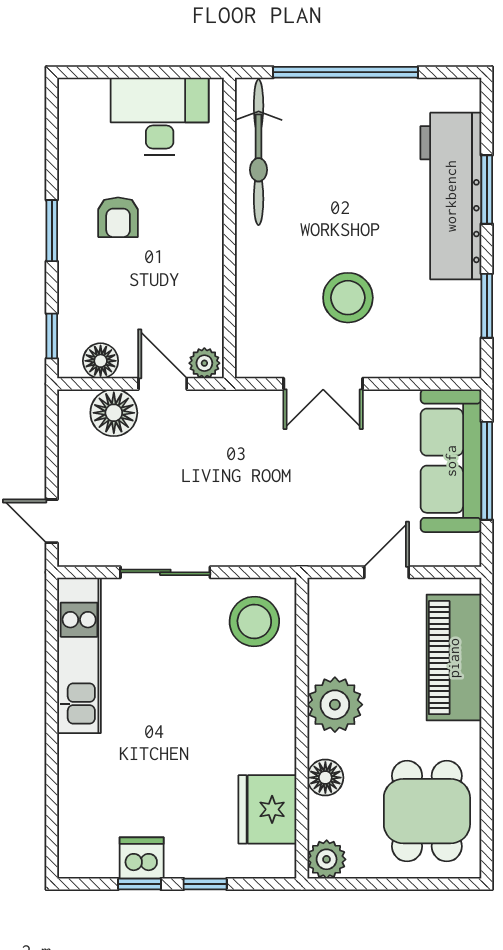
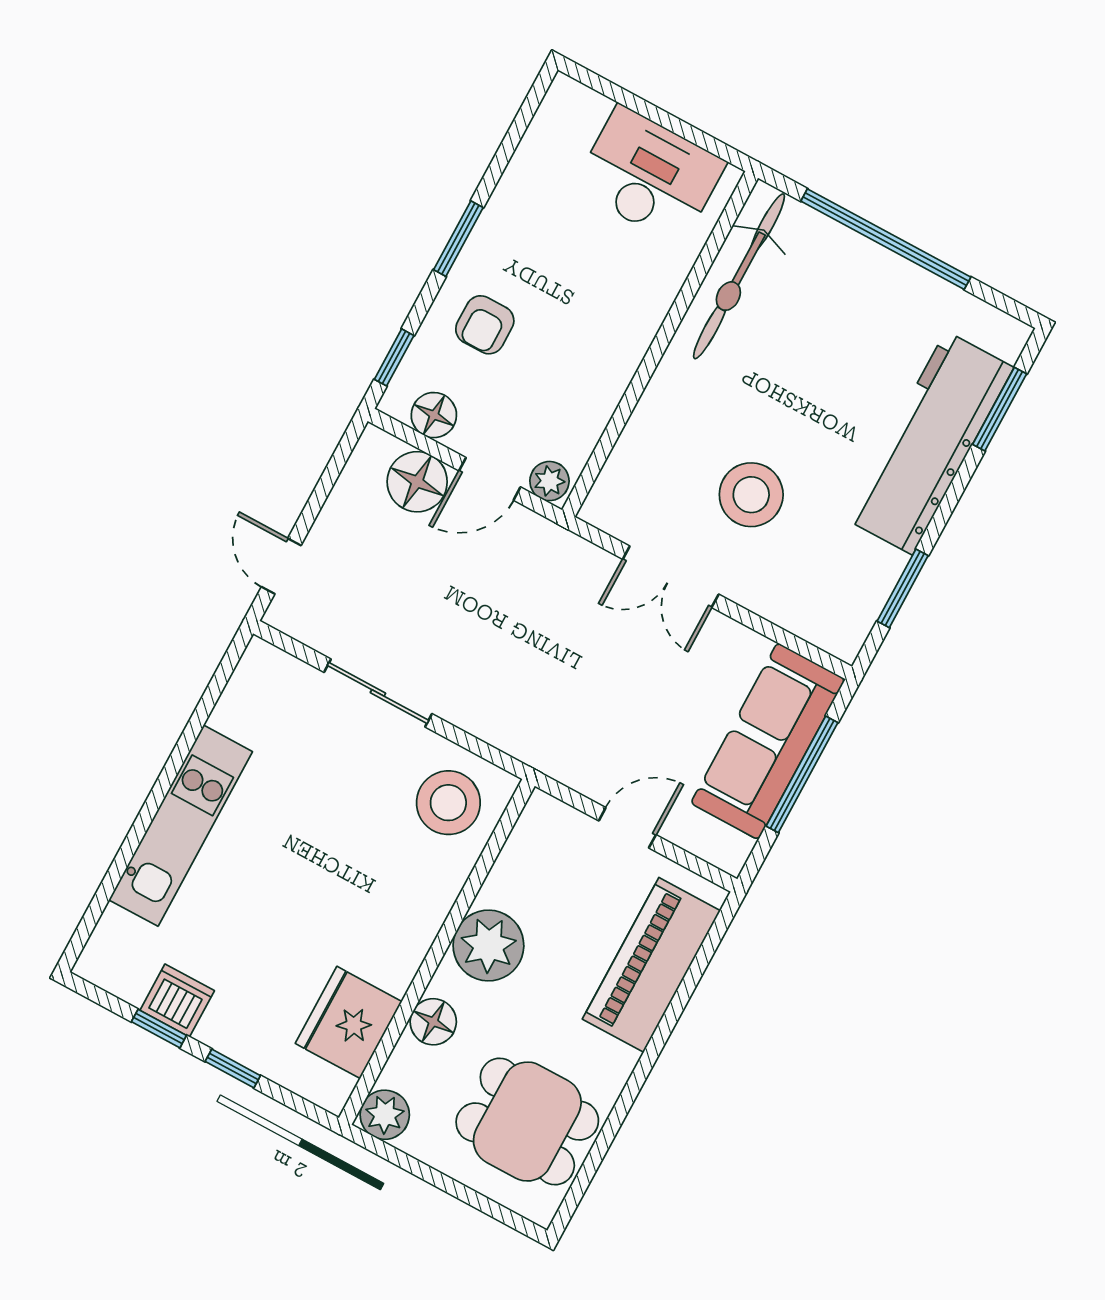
window: (487, 190) -> (1000, 409), moved
armchair: (118, 217) -> (485, 325), moved
door: (163, 384) -> (490, 479), swing flipped
kitchen unit: (79, 655) -> (181, 826), moved
dining table: (427, 811) -> (527, 1122), turned 90

